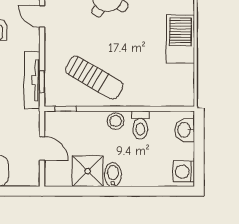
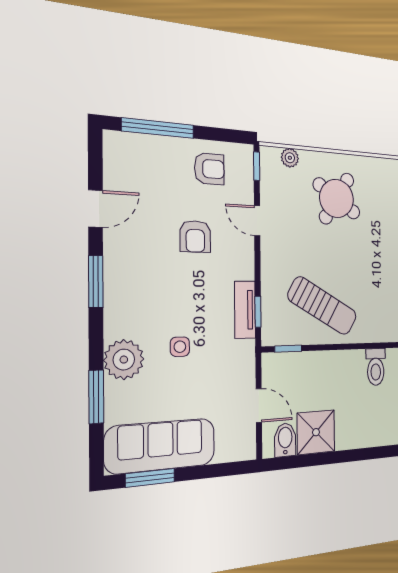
tv unit: (32, 80) -> (245, 310), width x0.71
stool: (116, 121) -> (348, 363), removed
bidet: (113, 175) -> (285, 440), moved

